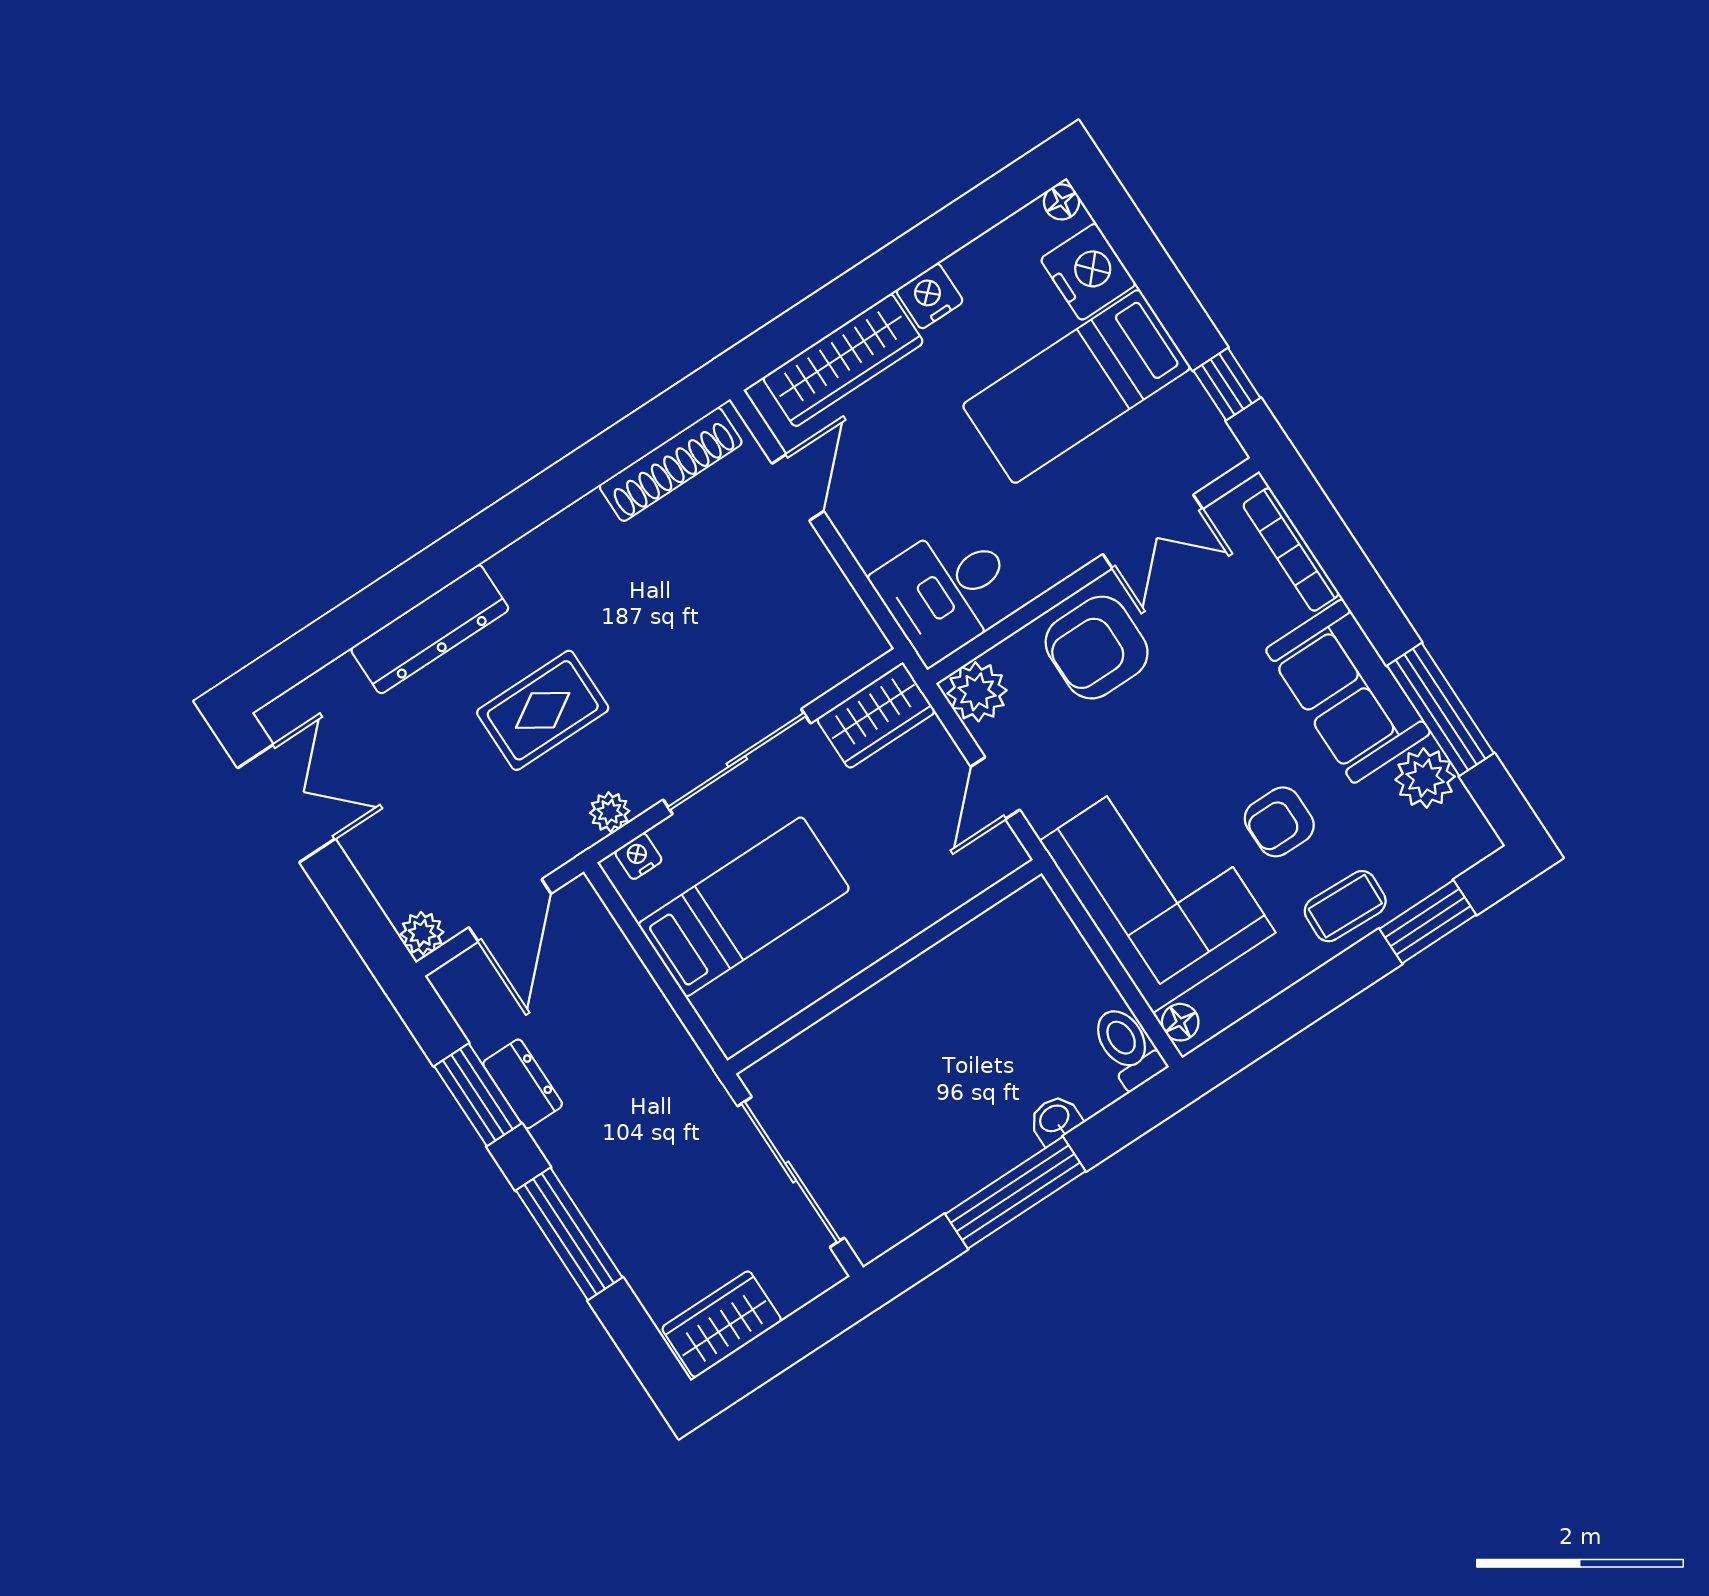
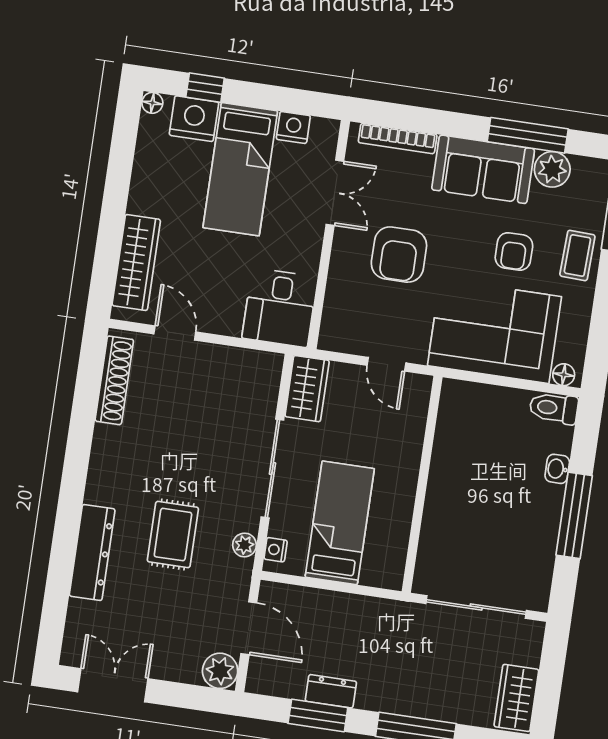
nightstand: (930, 296) -> (293, 127), moved, turned 90
window: (1227, 384) -> (205, 88), moved
armchair: (1097, 648) -> (399, 255), moved
plant: (977, 692) -> (337, 334), removed
plant: (422, 933) -> (220, 671), width x1.38, depth x1.38

